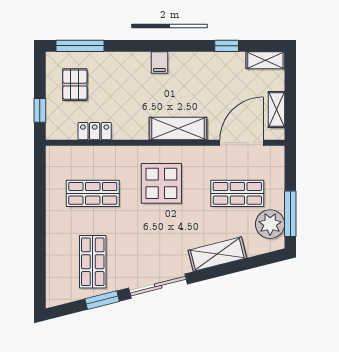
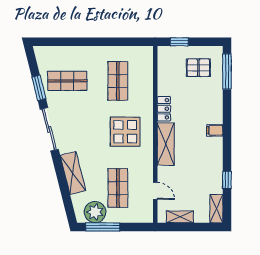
locker: (95, 131) -> (164, 109), moved
door: (242, 143) -> (155, 191), width x0.53

